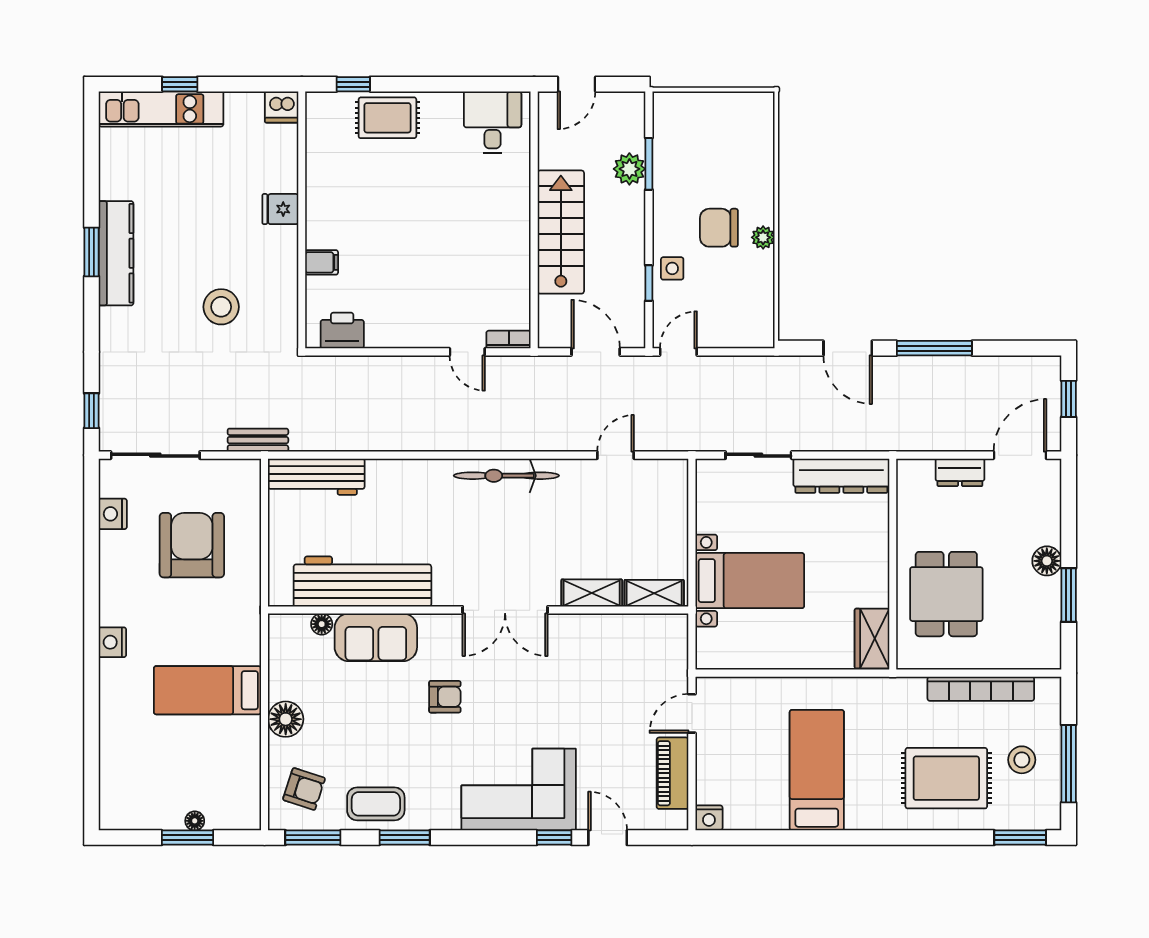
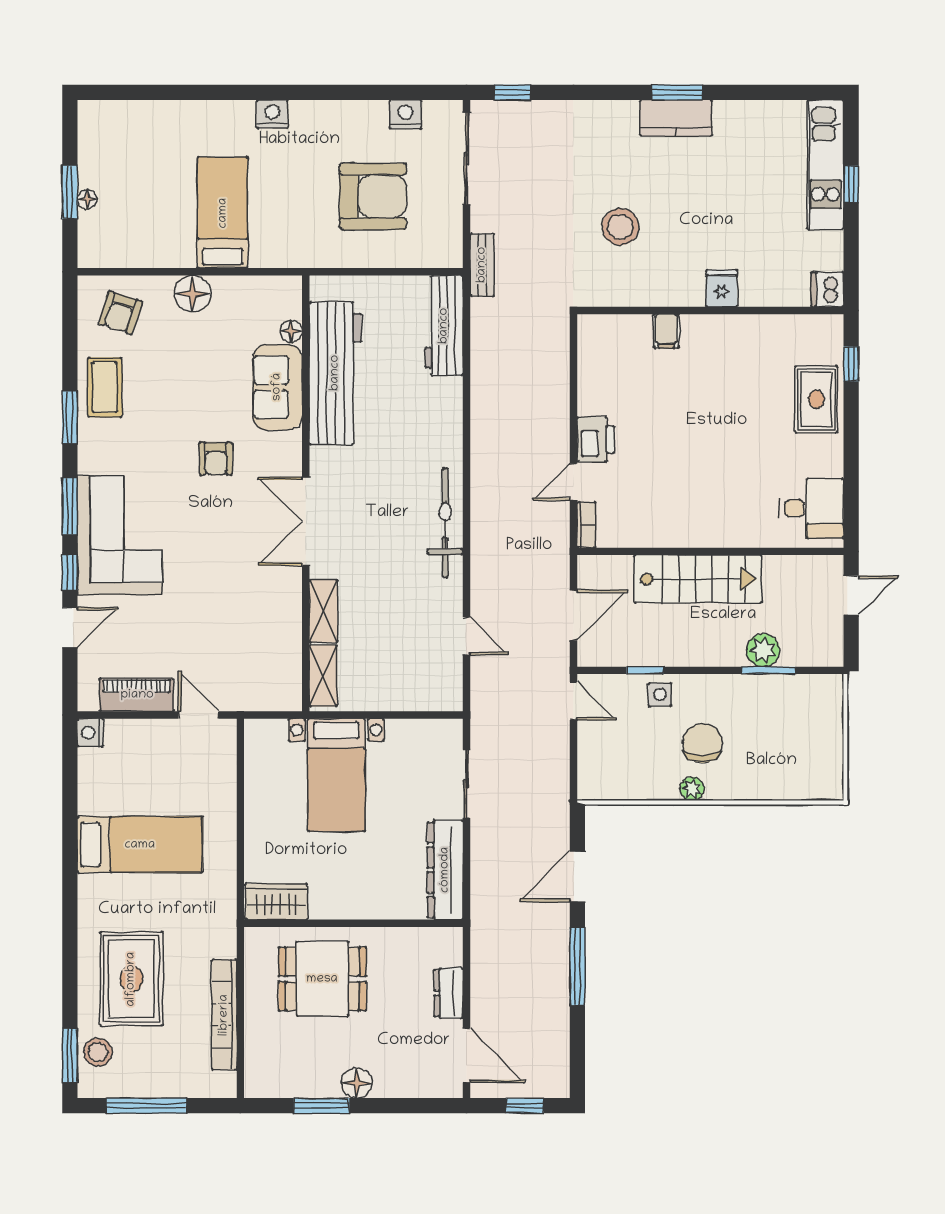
door: (576, 84) -> (851, 595), swing flipped
kitchen counter: (116, 253) -> (676, 118), width x0.67
printer: (342, 331) -> (596, 439), moved
stool: (1022, 760) -> (98, 1052), moved
window: (313, 838) -> (70, 506), moved

